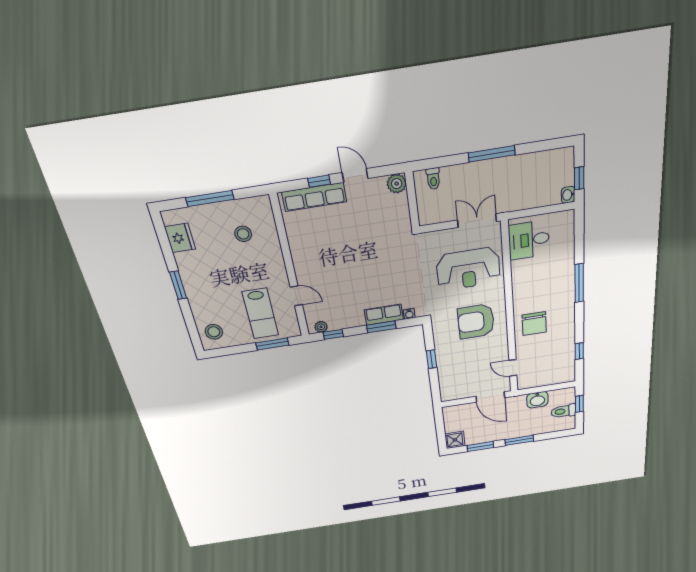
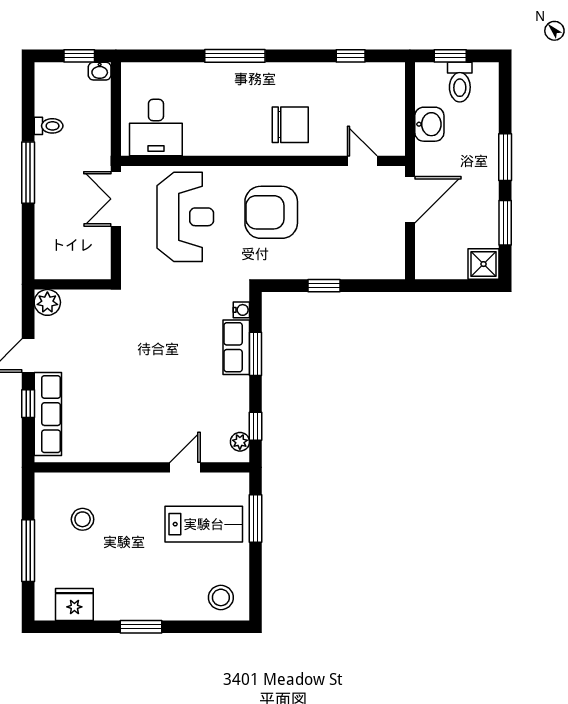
toilet: (433, 179) -> (49, 126), moved
armchair: (476, 321) -> (271, 212), turned 90
door: (513, 368) -> (362, 161), swing flipped

